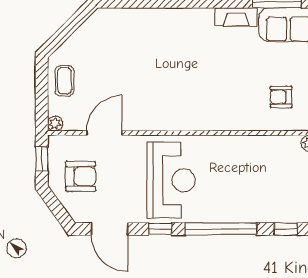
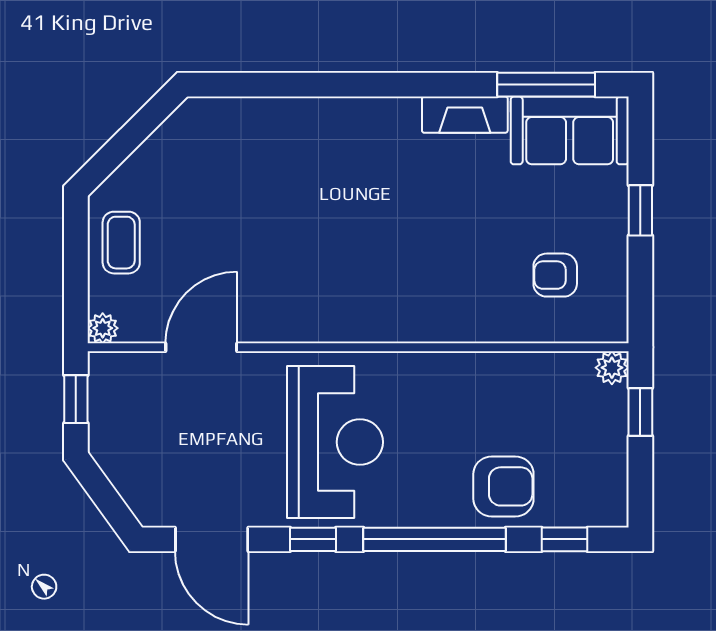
armchair: (81, 176) -> (503, 486), moved

